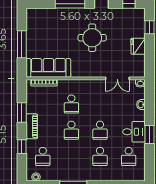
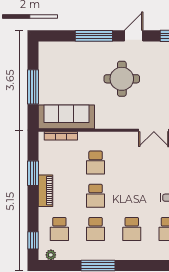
school desk: (100, 130) -> (96, 229), moved
window: (22, 147) -> (33, 240), moved

